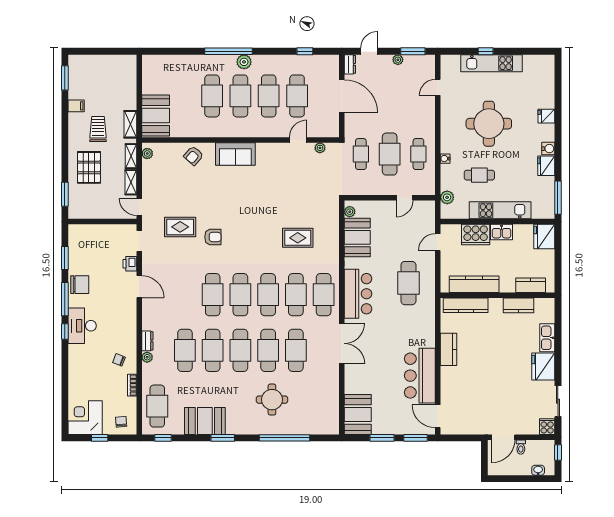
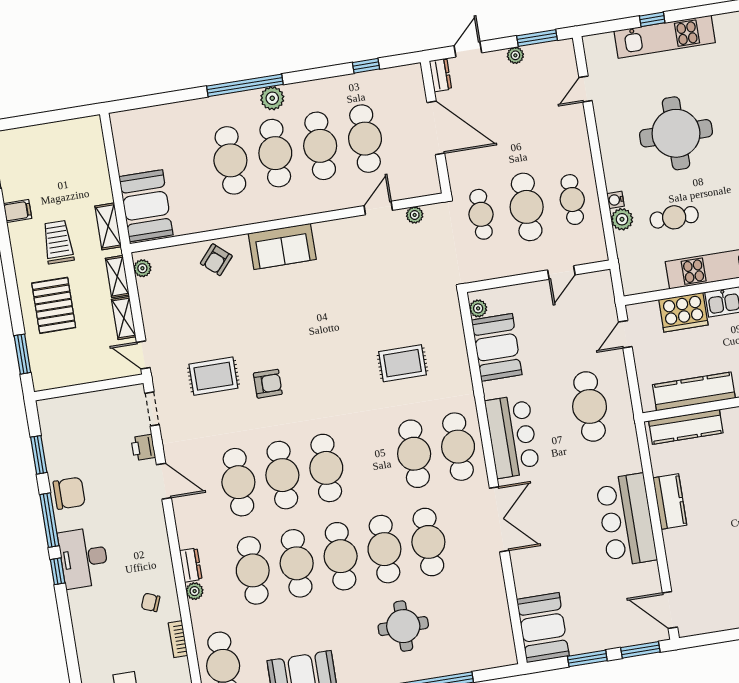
plant: (447, 197) -> (622, 219), moved
cafe table: (268, 295) -> (238, 482), moved
bar counter: (420, 376) -> (626, 520), moved

